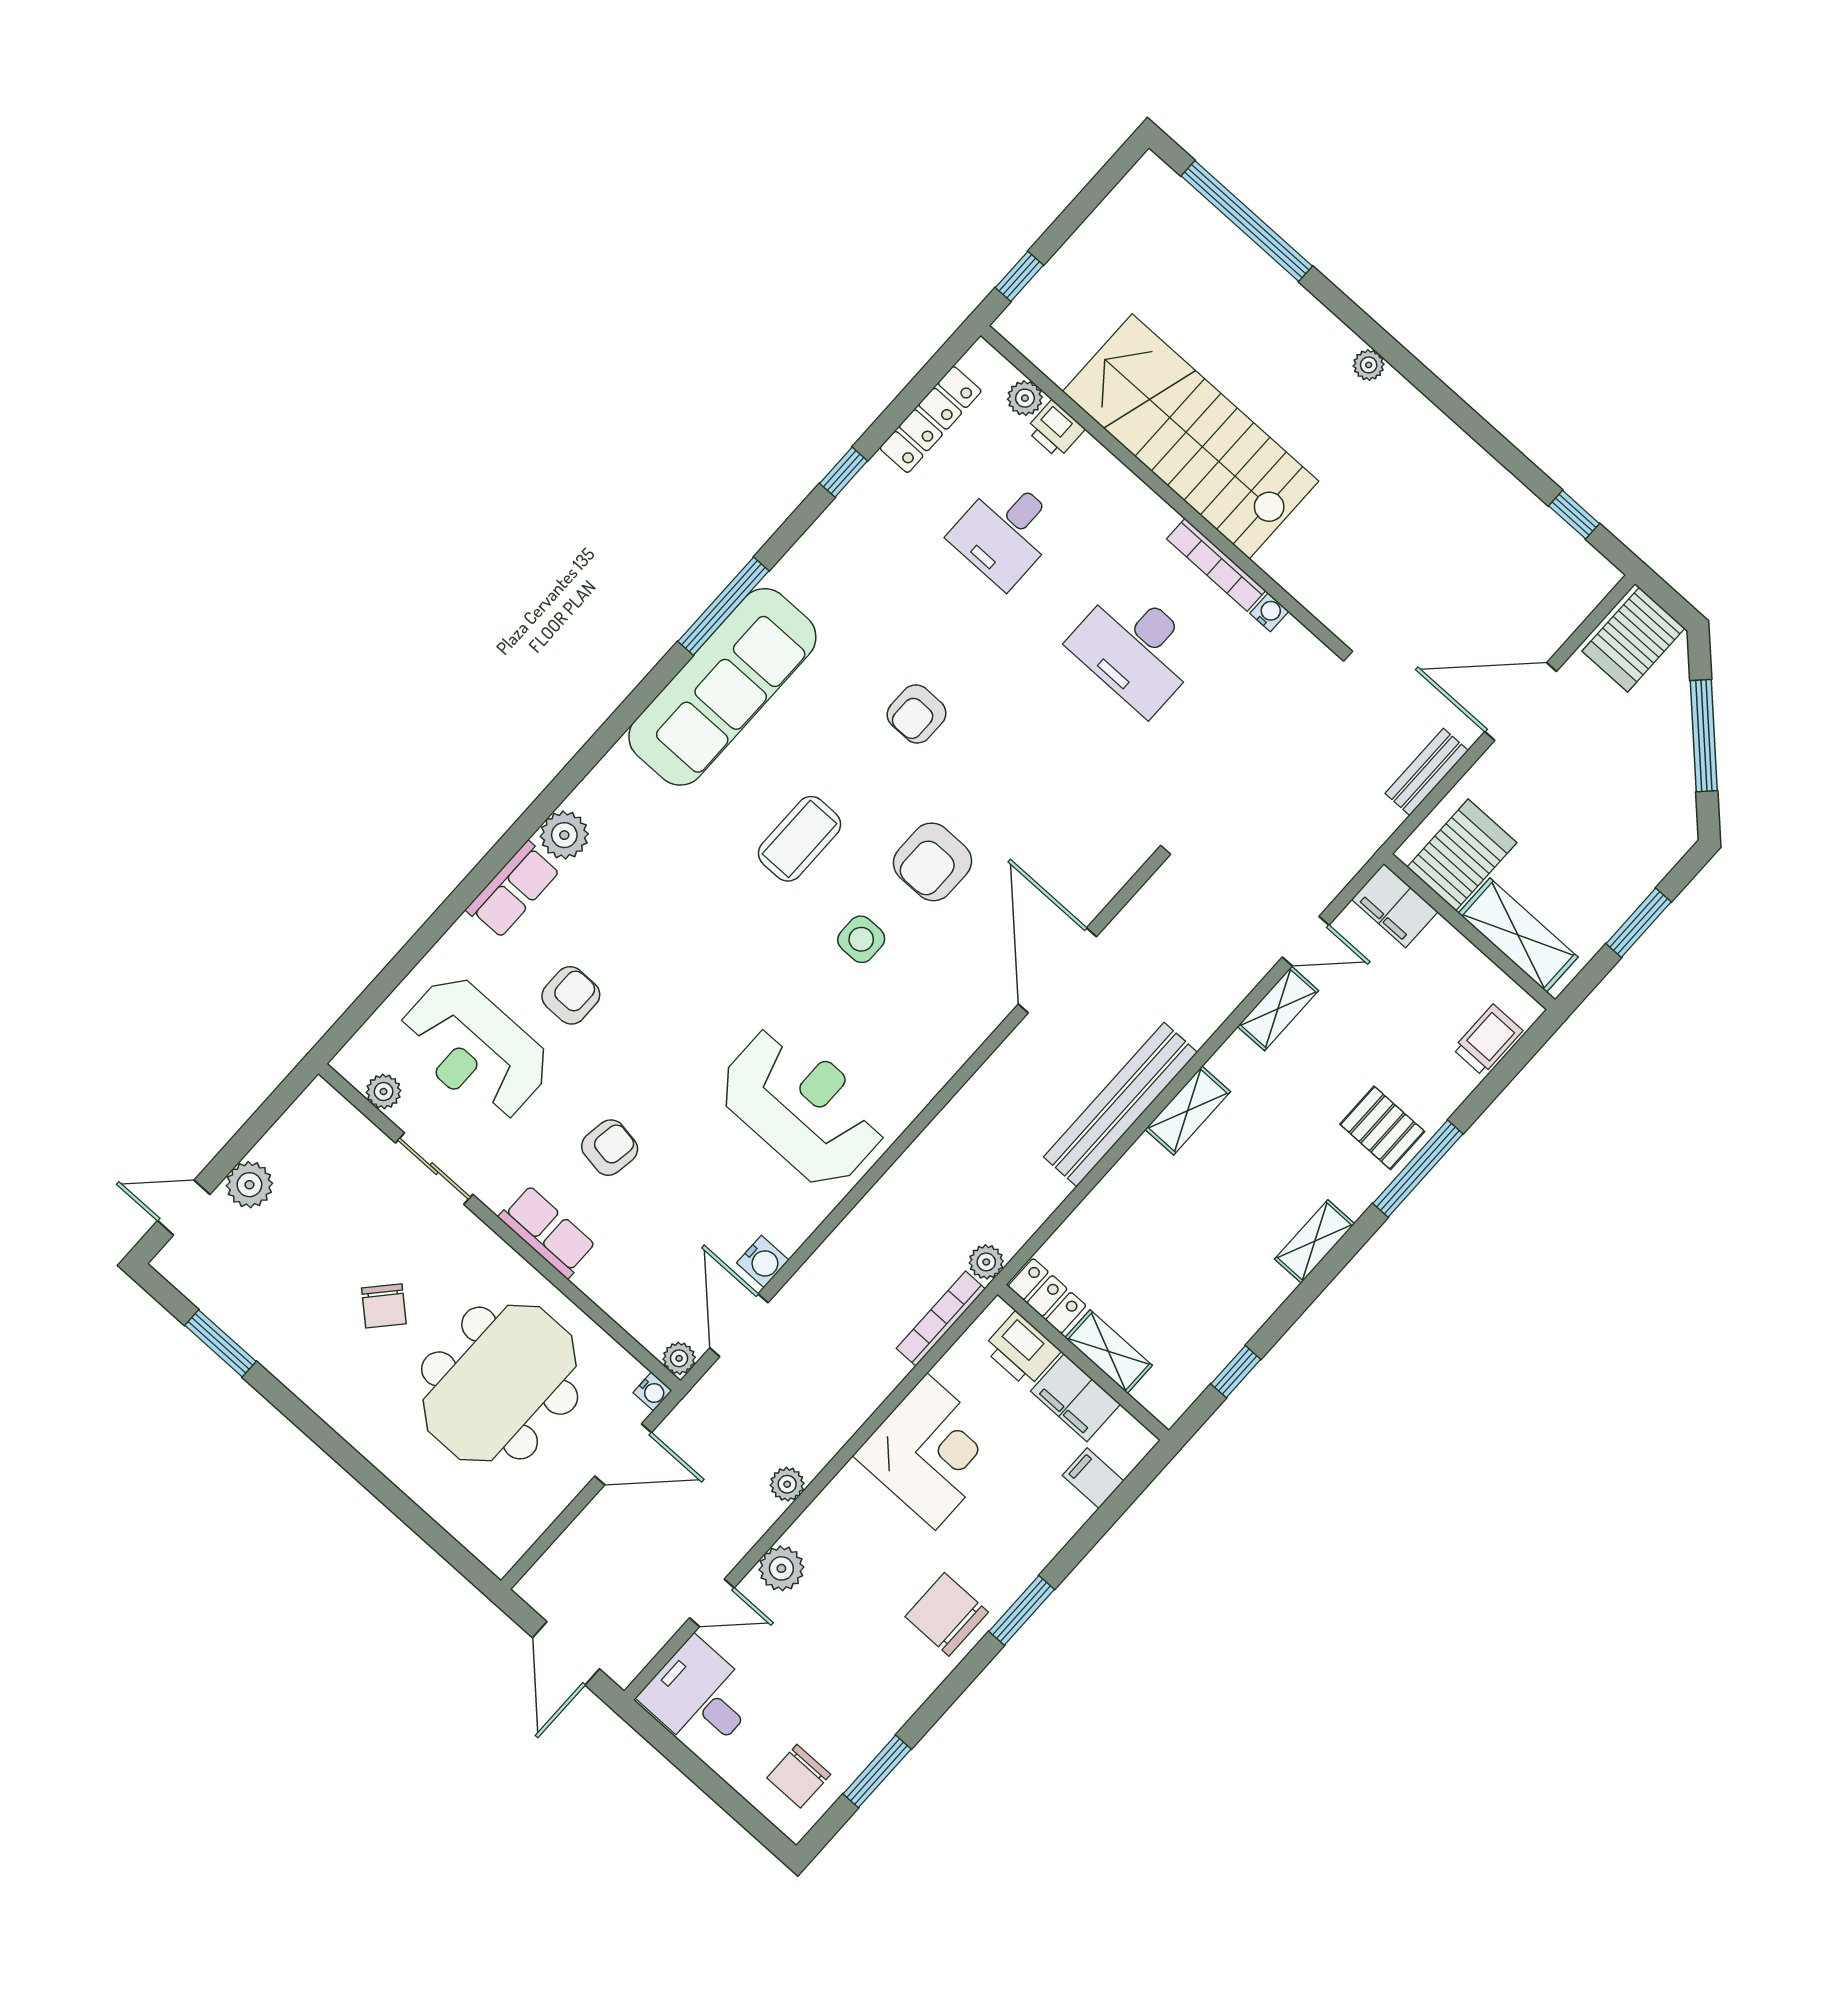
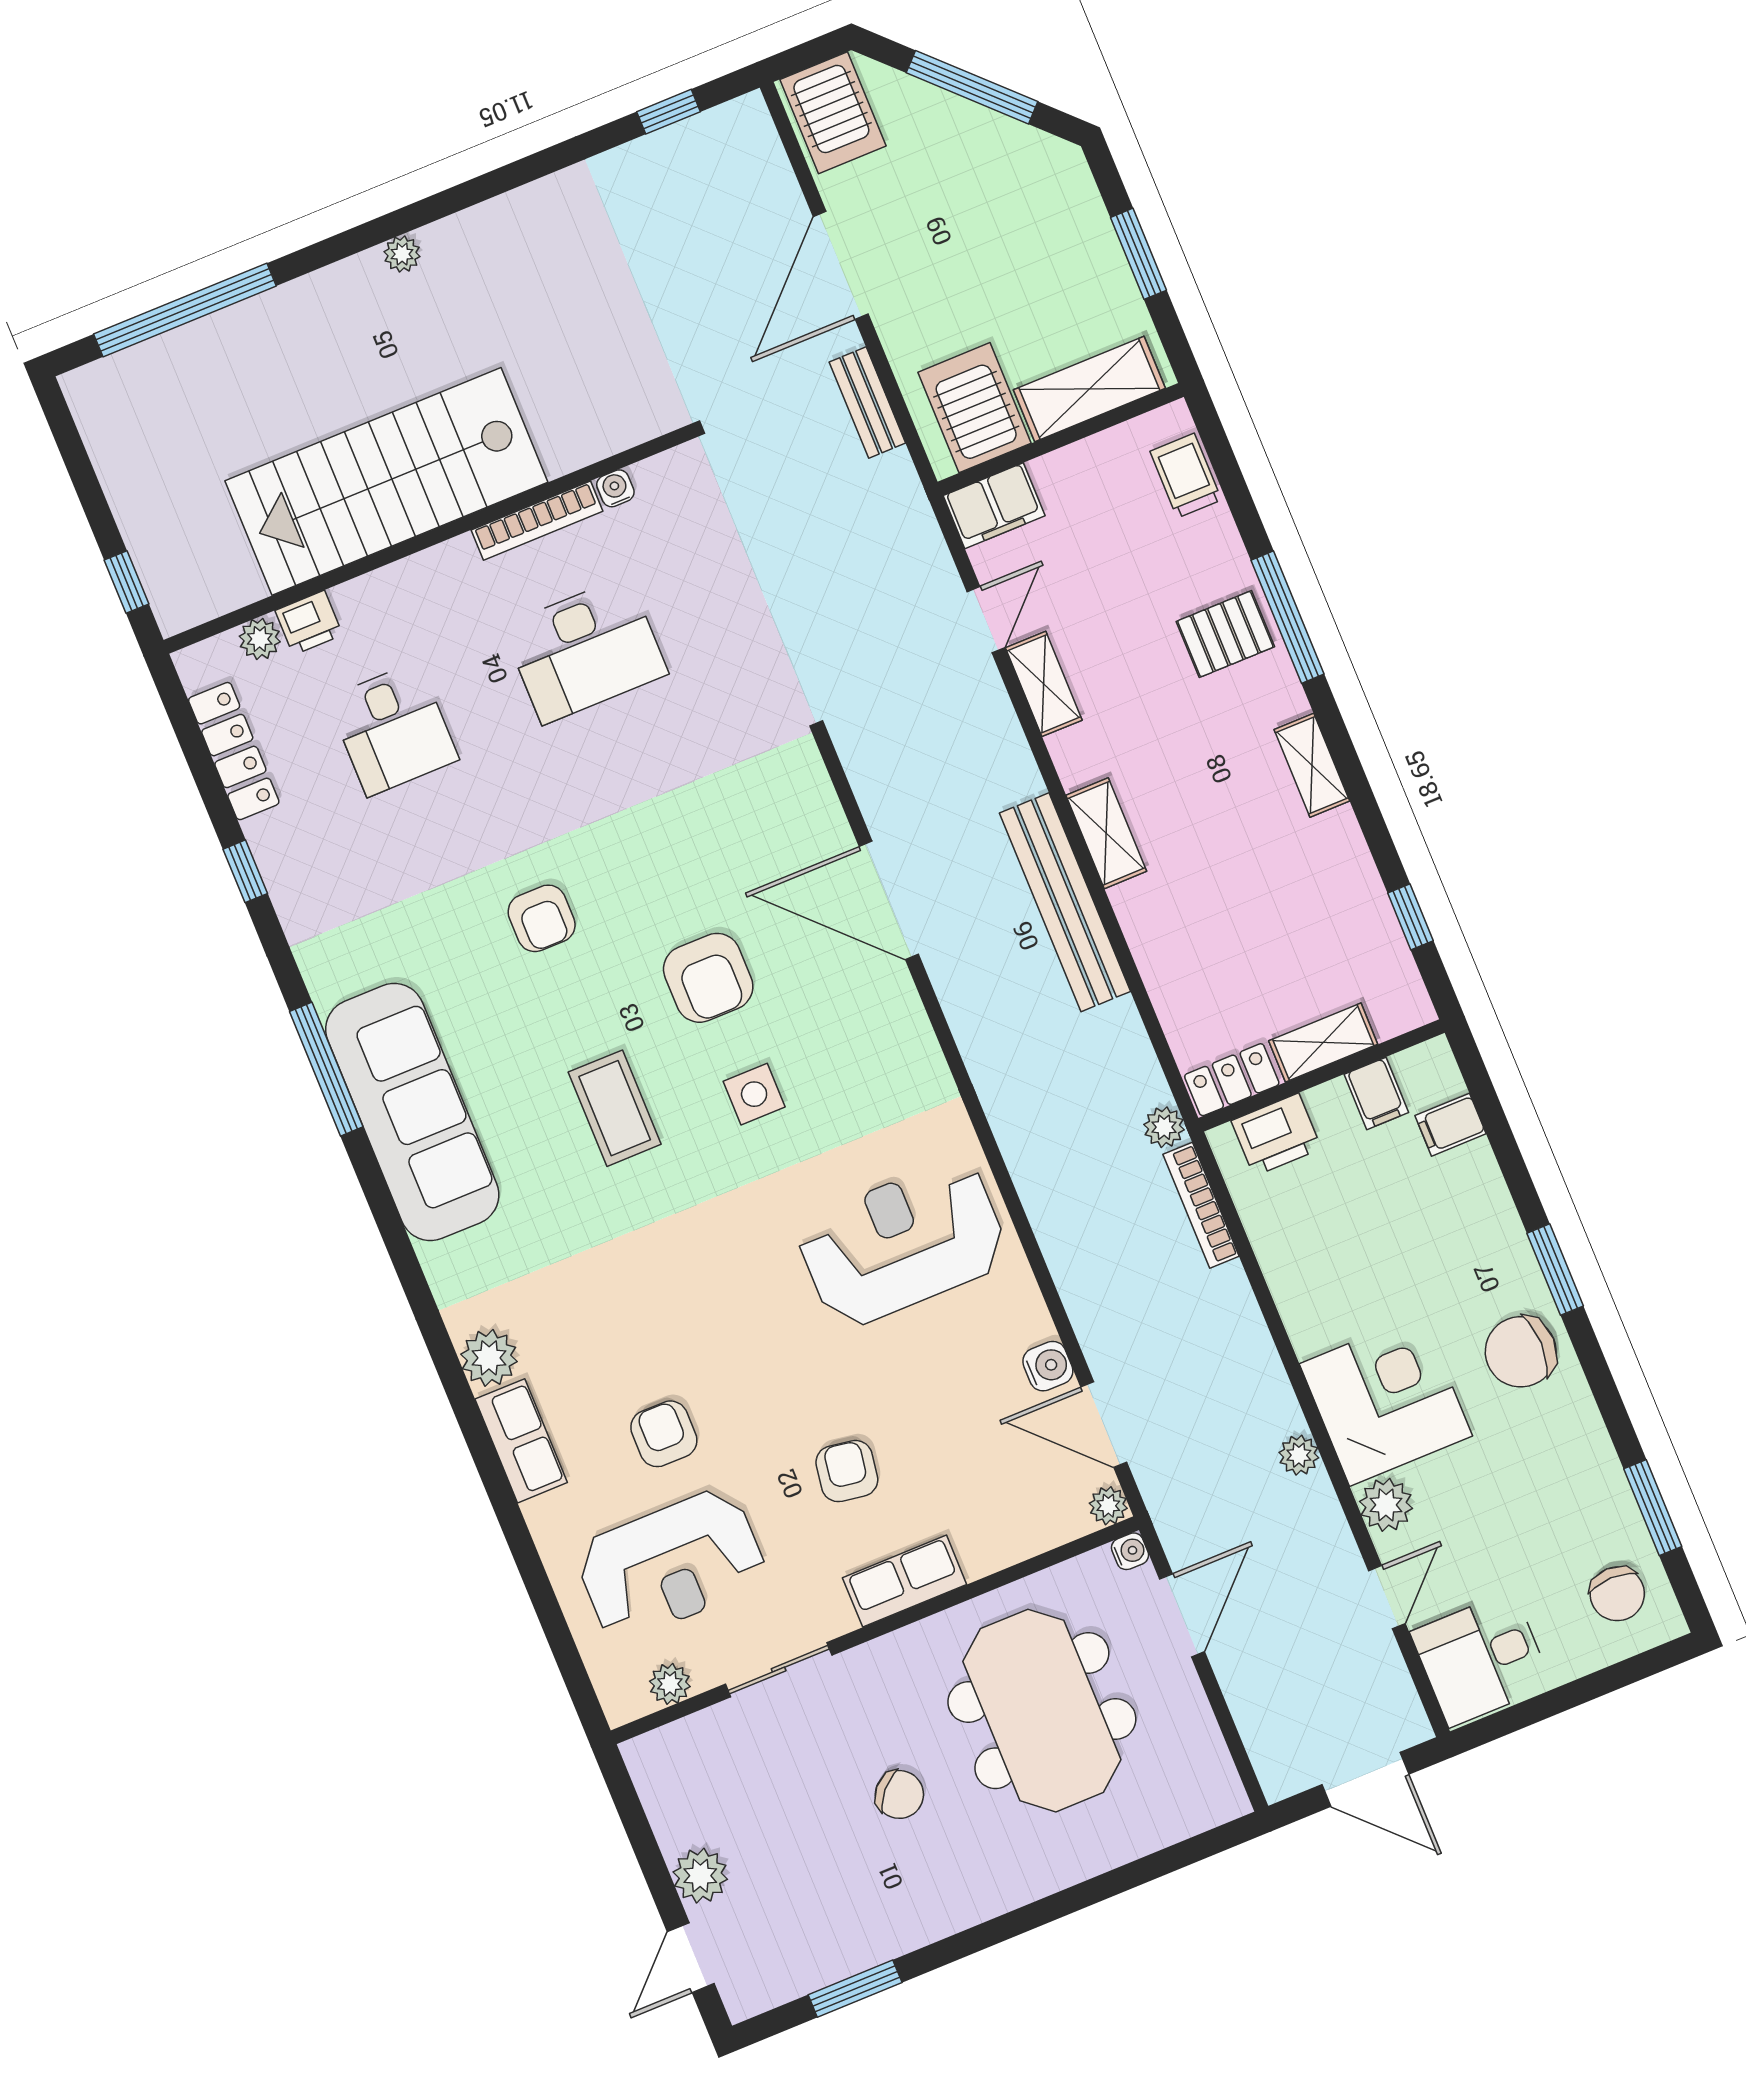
filing cabinet: (1075, 1398) -> (1376, 1093), width x0.50
corner desk: (931, 1452) -> (1386, 1400), moved

